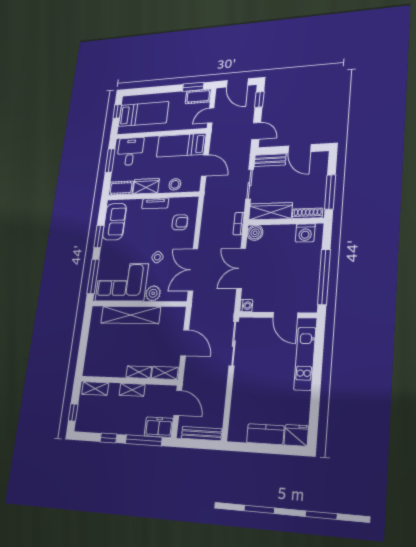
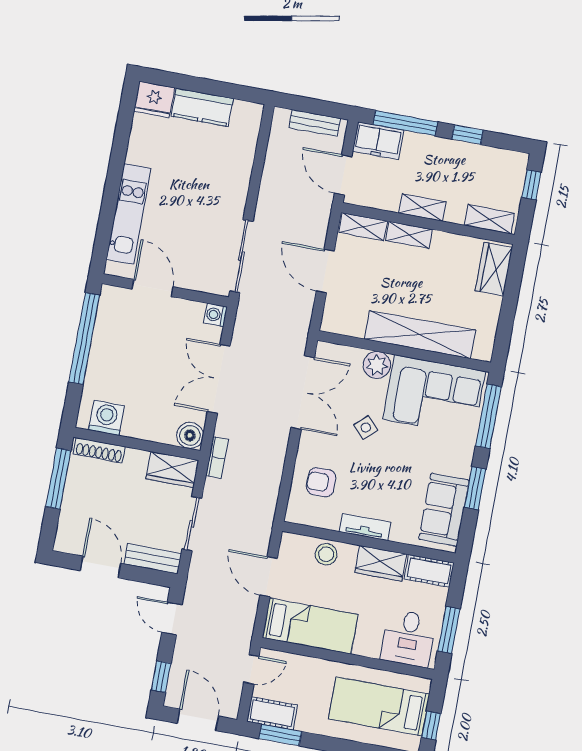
wardrobe: (271, 211) -> (172, 470), width x0.67
double door: (241, 268) -> (219, 379), swing flipped
wardrobe: (92, 360) -> (494, 269), added
bench: (201, 434) -> (315, 123), width x0.73

